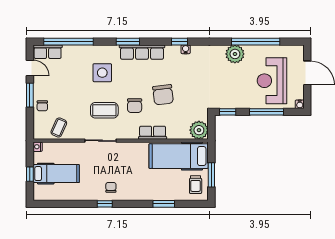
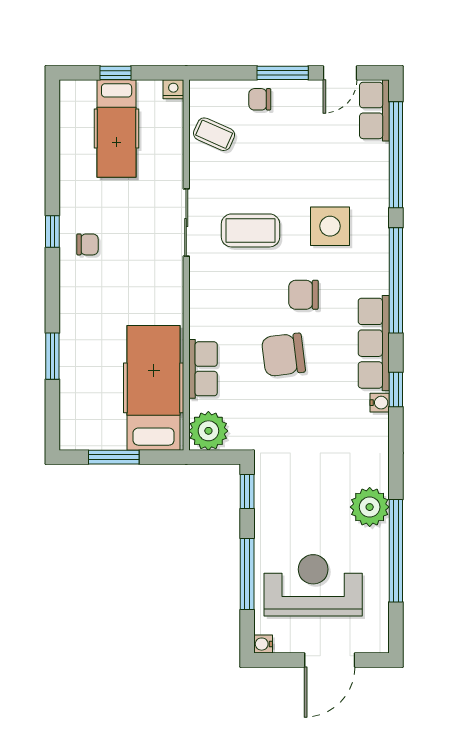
window: (128, 42) -> (396, 280), width x2.11
row of seats: (142, 52) -> (374, 343), moved
chair: (135, 106) -> (304, 295), moved
coffee table: (104, 110) -> (250, 230), turned 90
row of seats: (153, 133) -> (203, 369), moved
trolley: (196, 185) -> (93, 424), removed

